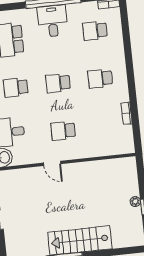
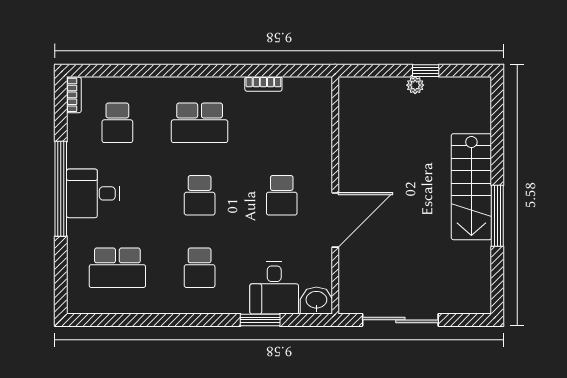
school desk: (100, 79) -> (200, 123), width x1.85
door: (52, 163) -> (335, 220), width x1.88

